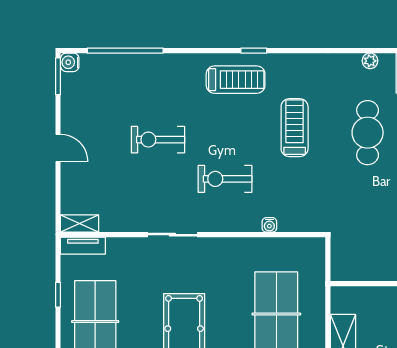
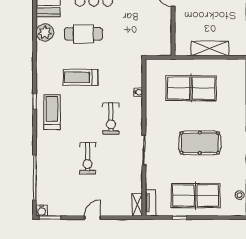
plant: (370, 61) -> (45, 32), width x1.88, depth x1.88

